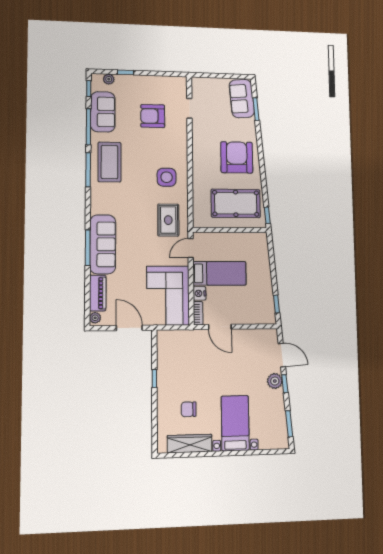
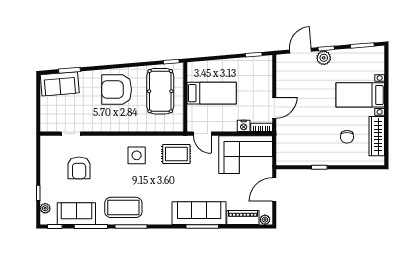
bed: (220, 273) -> (212, 93), moved, turned 90

